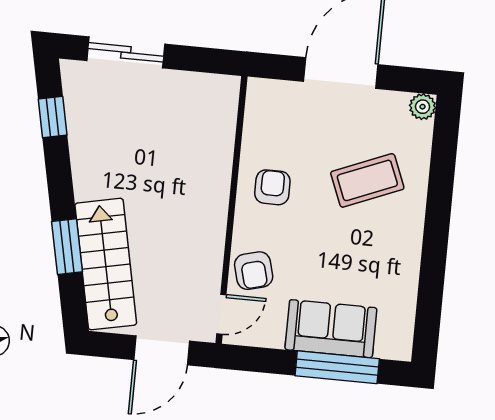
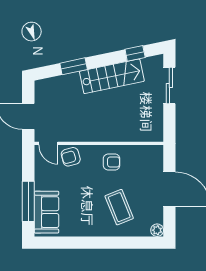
stairs: (106, 264) -> (112, 76), moved
sofa: (331, 329) -> (46, 212), moved

